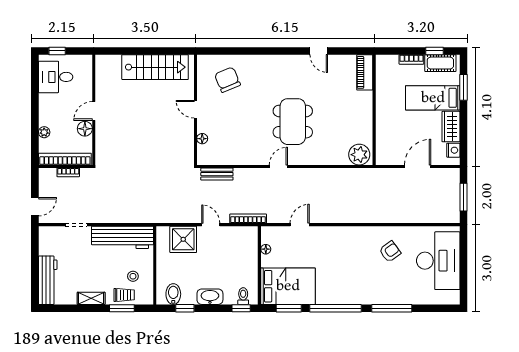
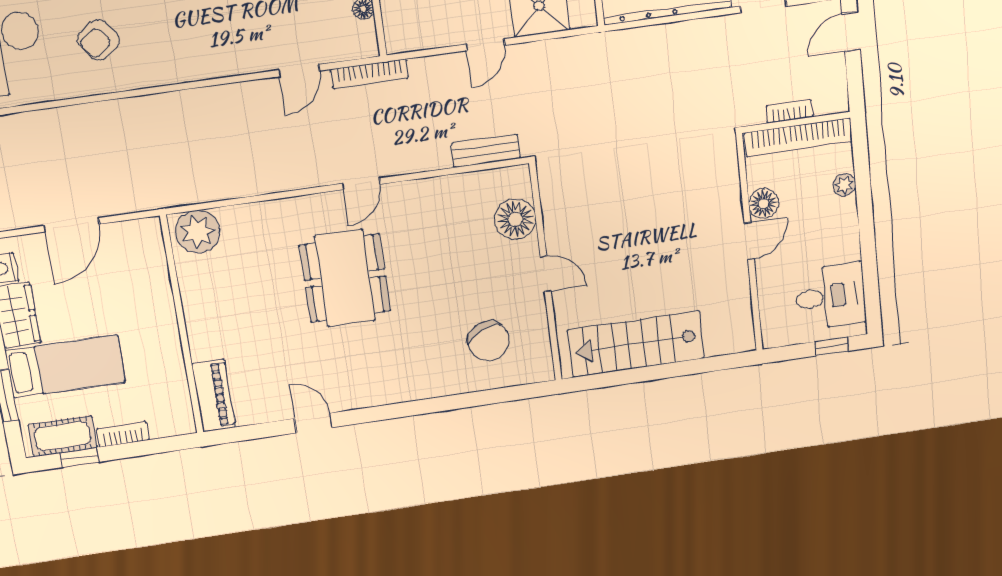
floor lamp: (202, 139) -> (515, 219), width x1.89, depth x1.89
bookcase: (248, 219) -> (370, 74), moved
door: (211, 225) -> (485, 45), hinge flipped

